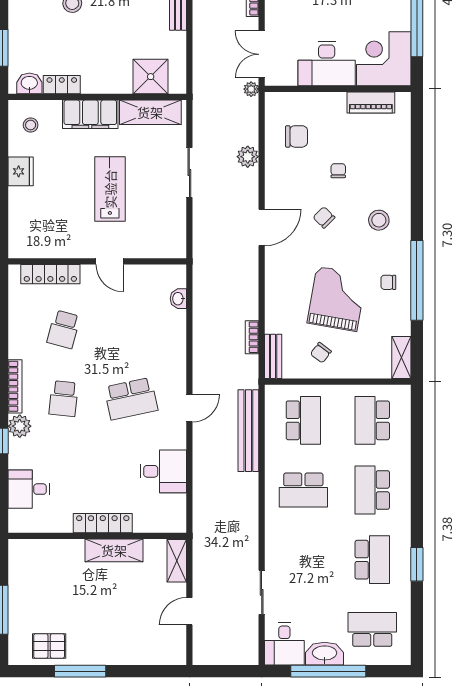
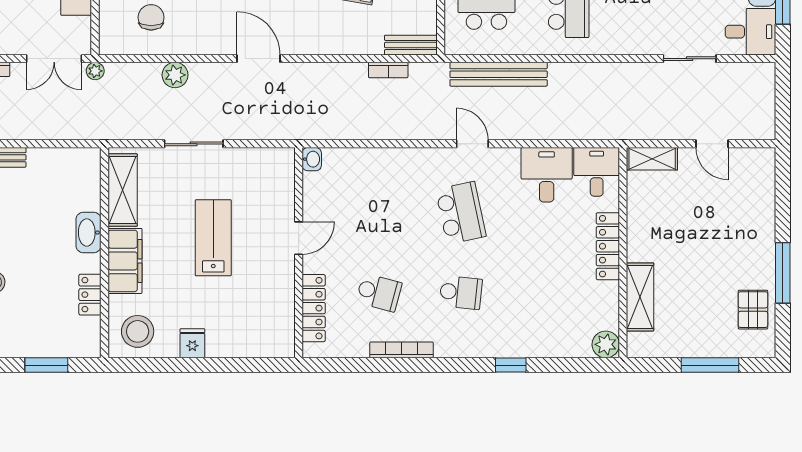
shower: (151, 77) -> (80, 190), removed
washbasin: (29, 83) -> (88, 233), moved, width x1.38
stool: (31, 125) -> (138, 331), width x1.89, depth x1.89
fridge: (21, 171) -> (192, 343), width x0.72
lab bench: (110, 189) -> (213, 238), turned 90
washbasin: (178, 299) -> (312, 159), moved, turned -90
bookcase: (15, 386) -> (402, 350), moved
plant: (20, 426) -> (606, 344), moved
desk: (29, 489) -> (597, 172), moved, turned 180
shelving: (114, 550) -> (640, 297), moved

